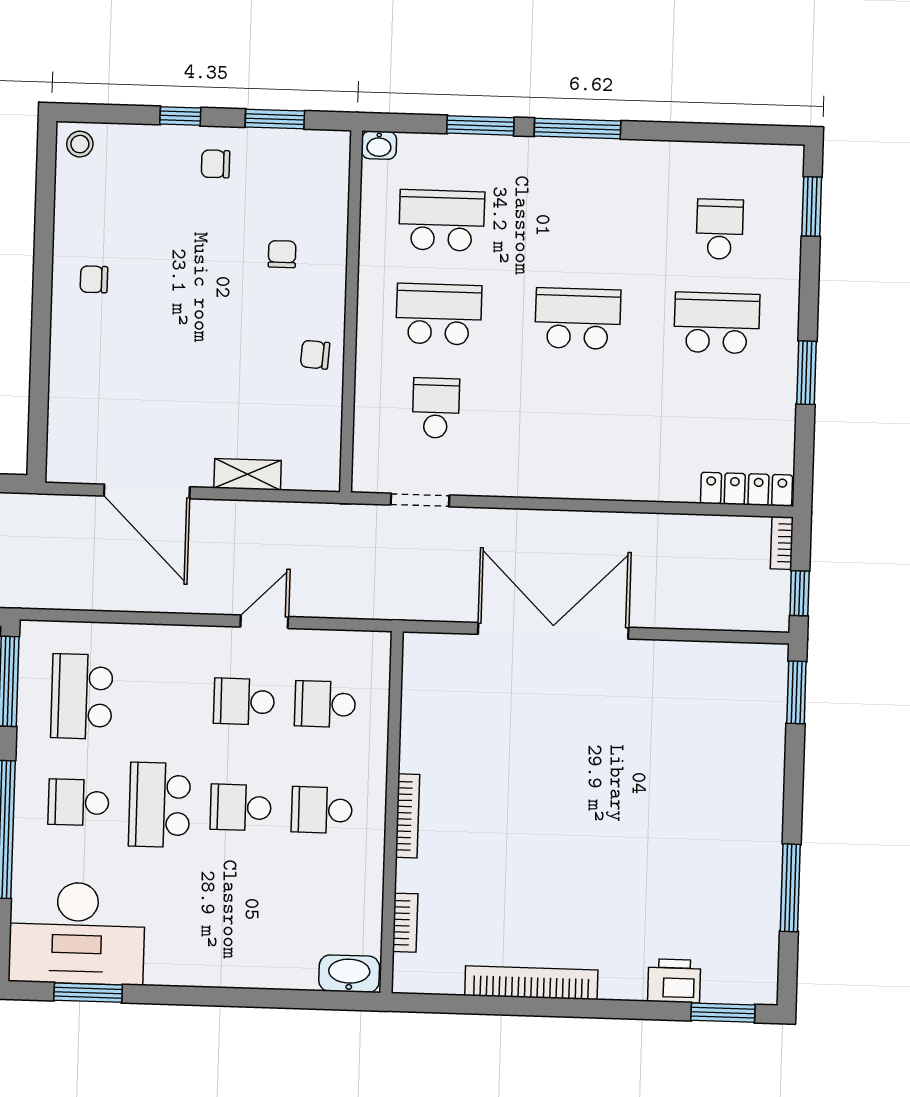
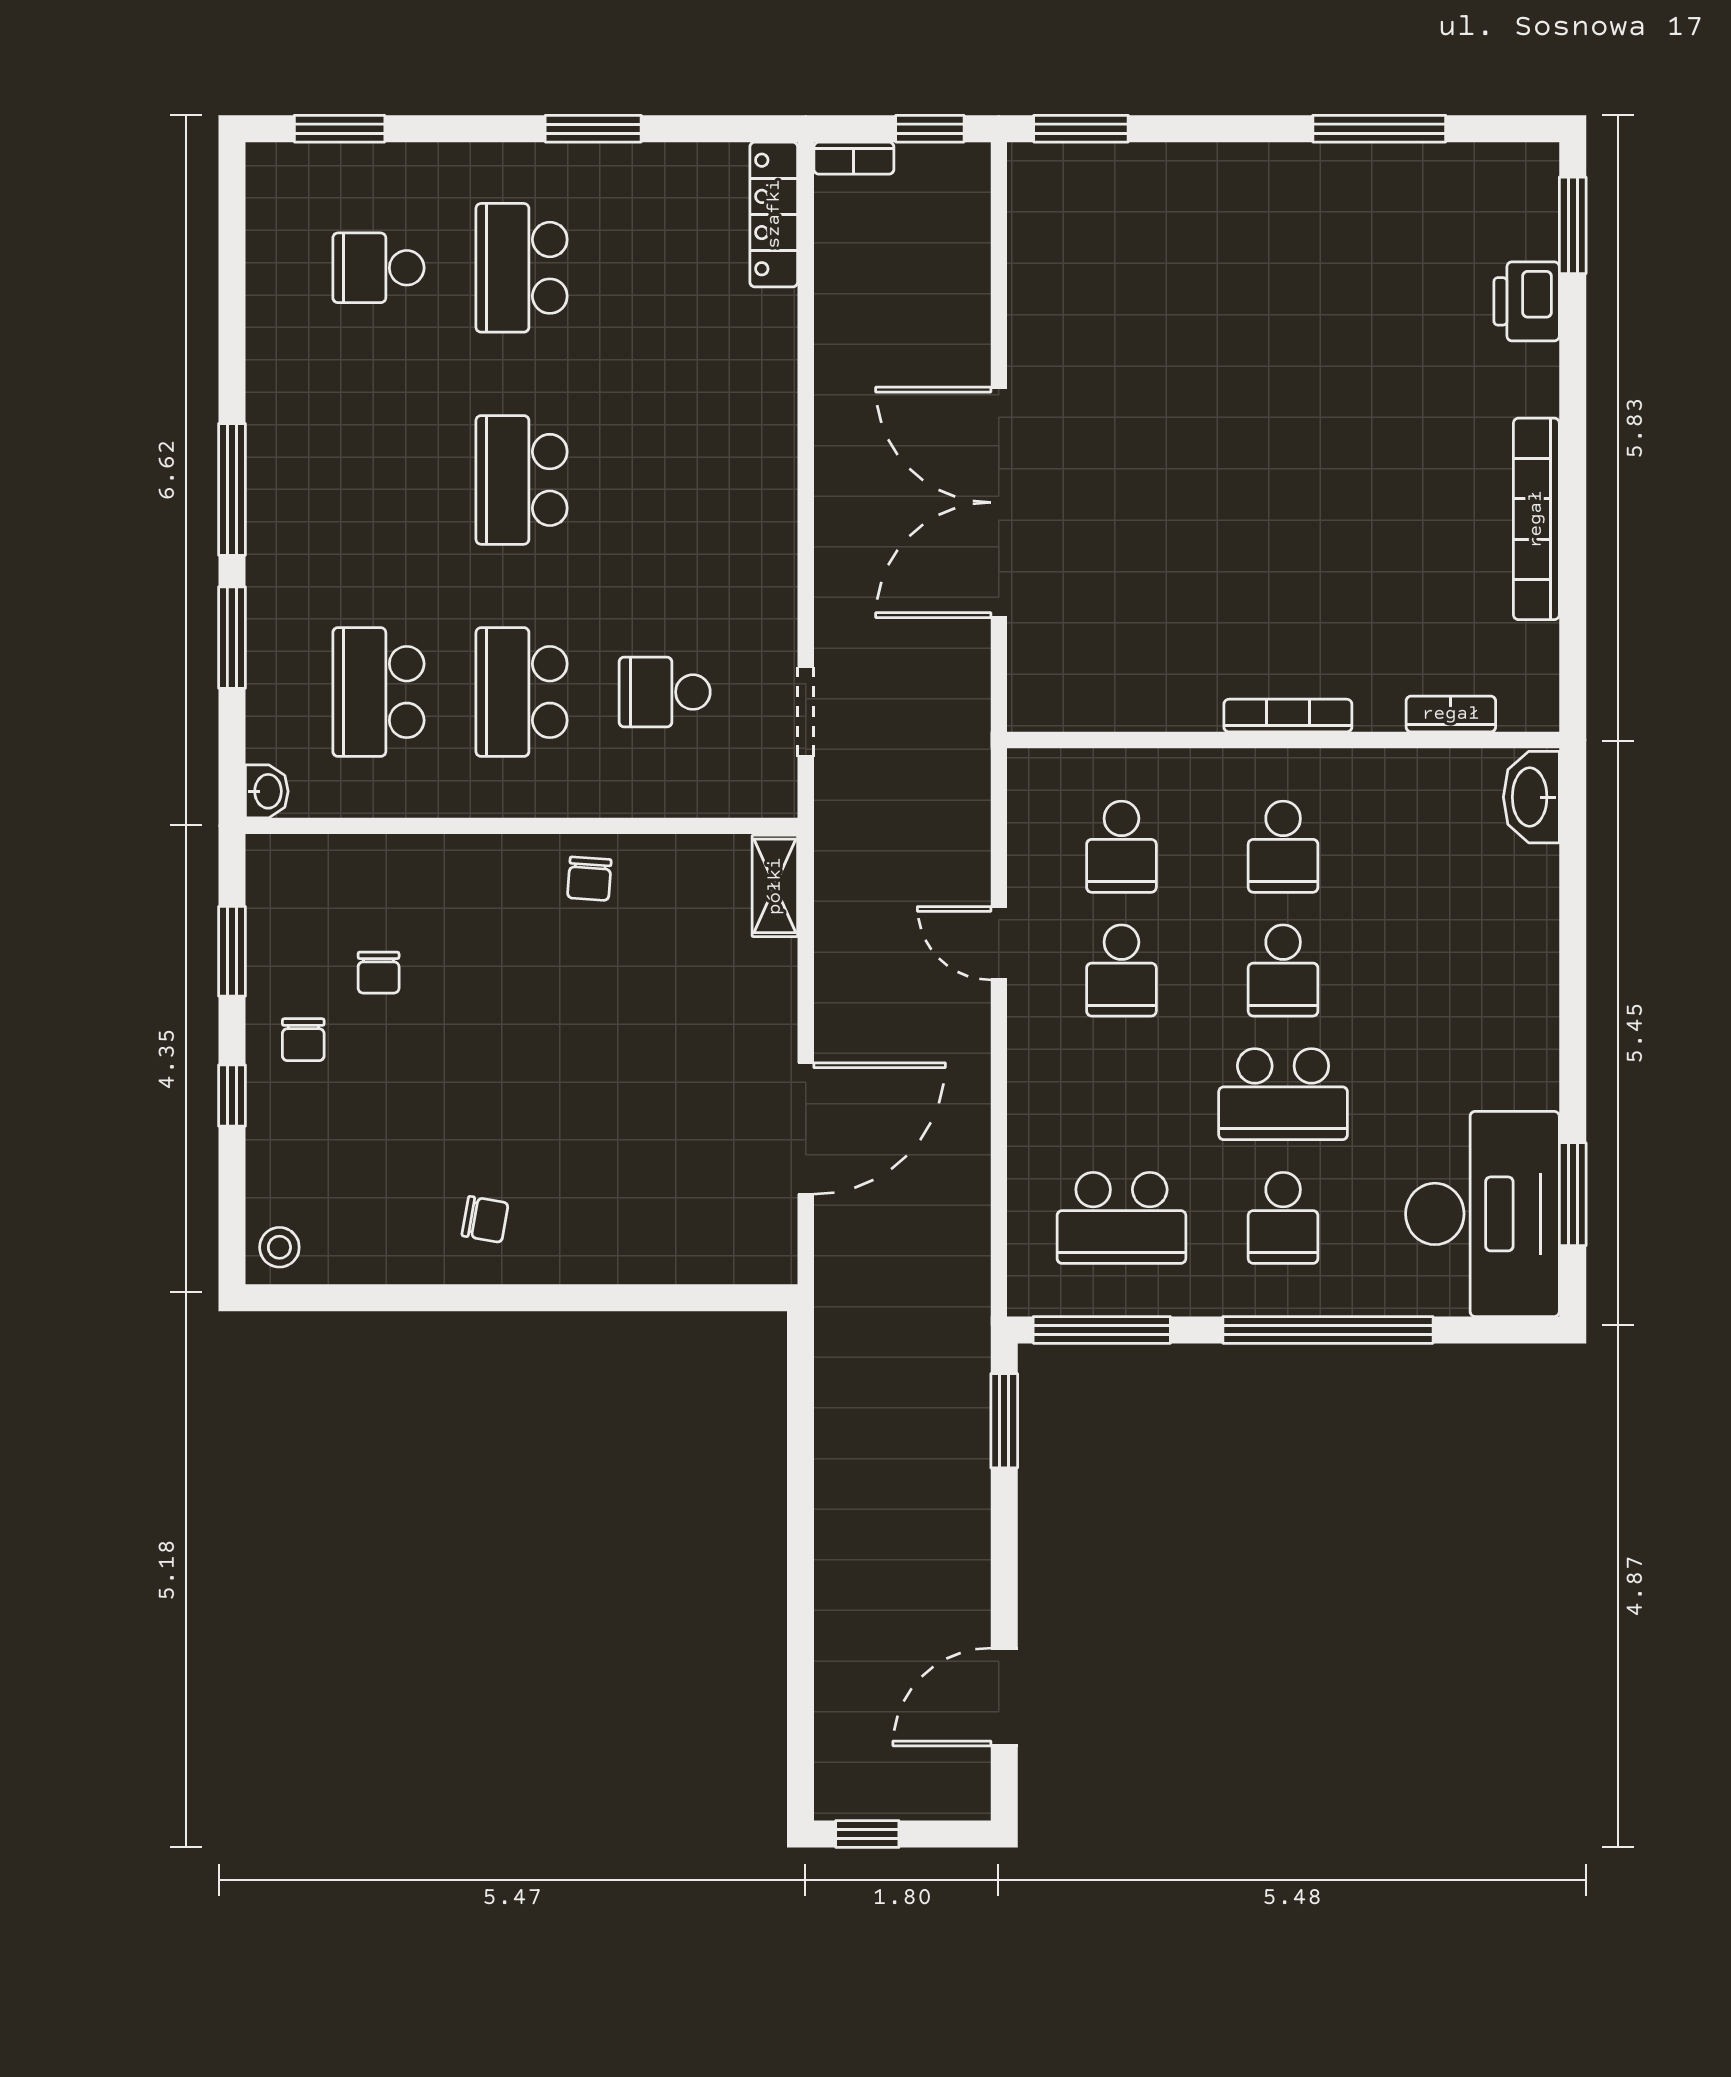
chair: (282, 254) -> (379, 973), moved, turned -90
chair: (94, 279) -> (485, 1219), turned -80
shelving: (248, 474) -> (775, 886), moved

